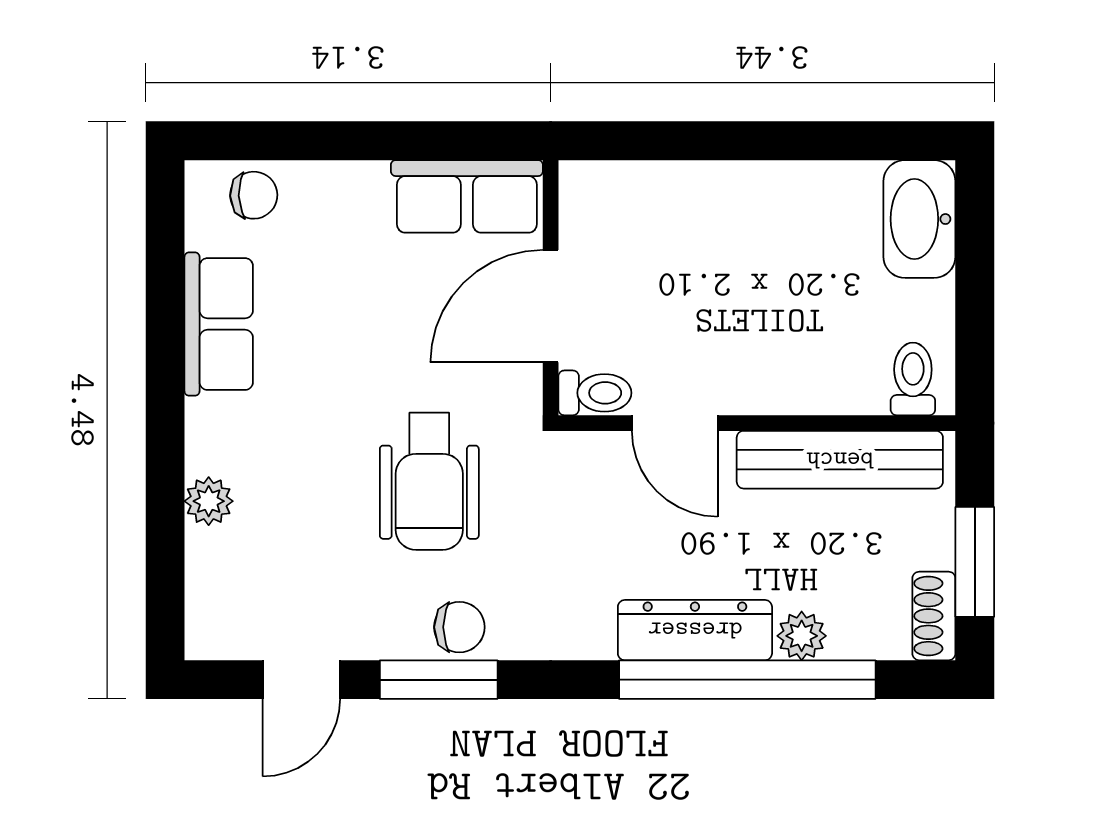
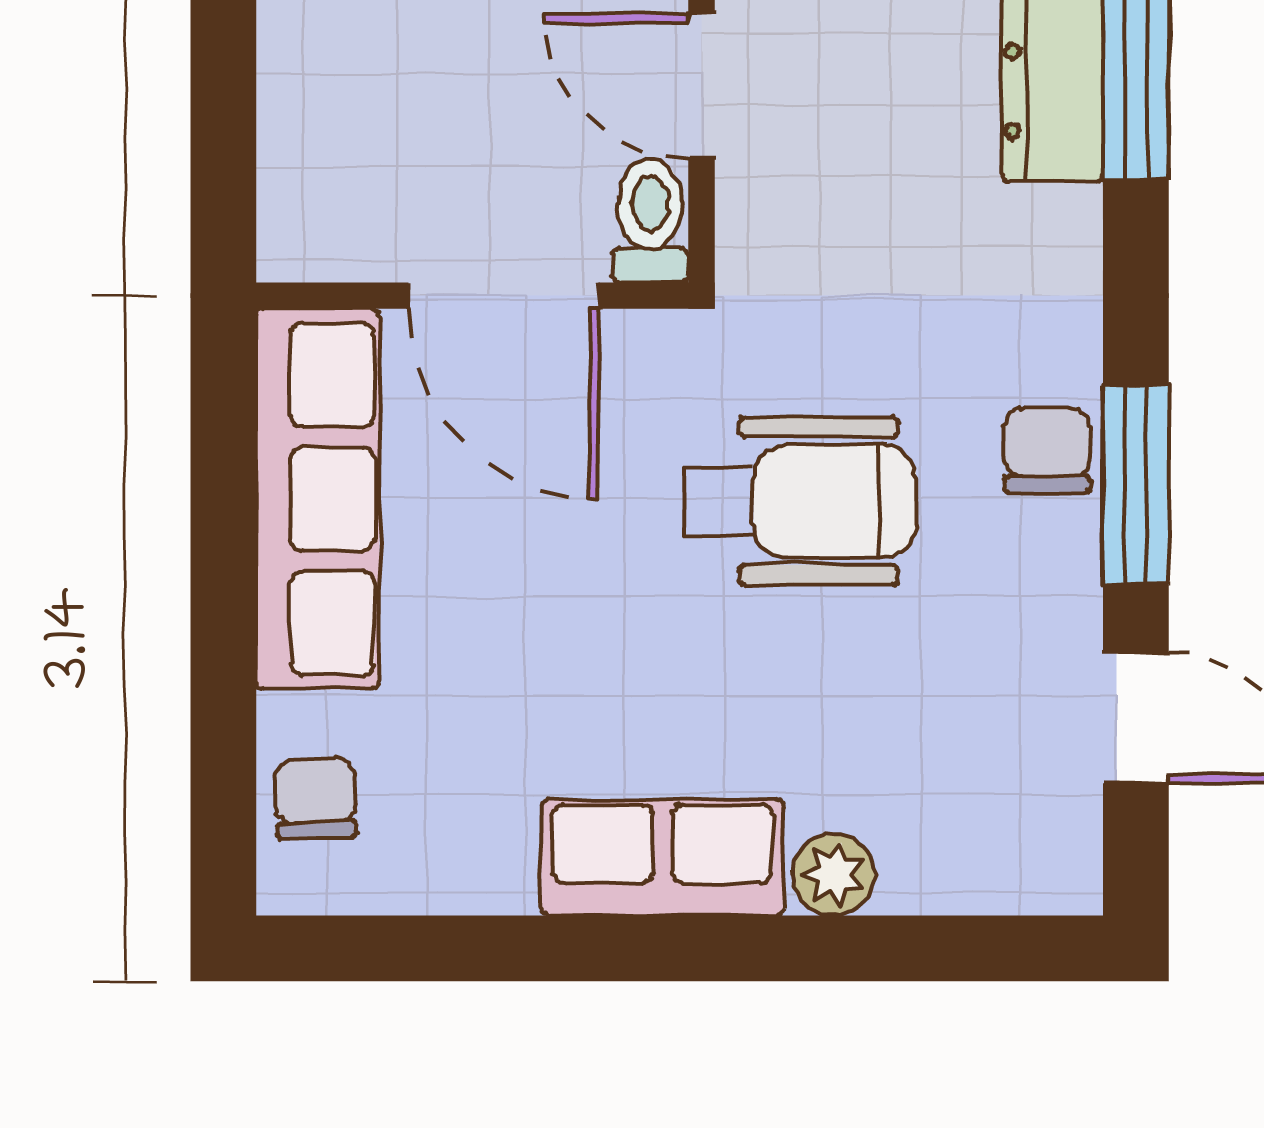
row of seats: (467, 196) -> (318, 499), width x1.48
row of seats: (219, 324) -> (663, 858), moved
door: (675, 423) -> (701, 86), swing flipped

